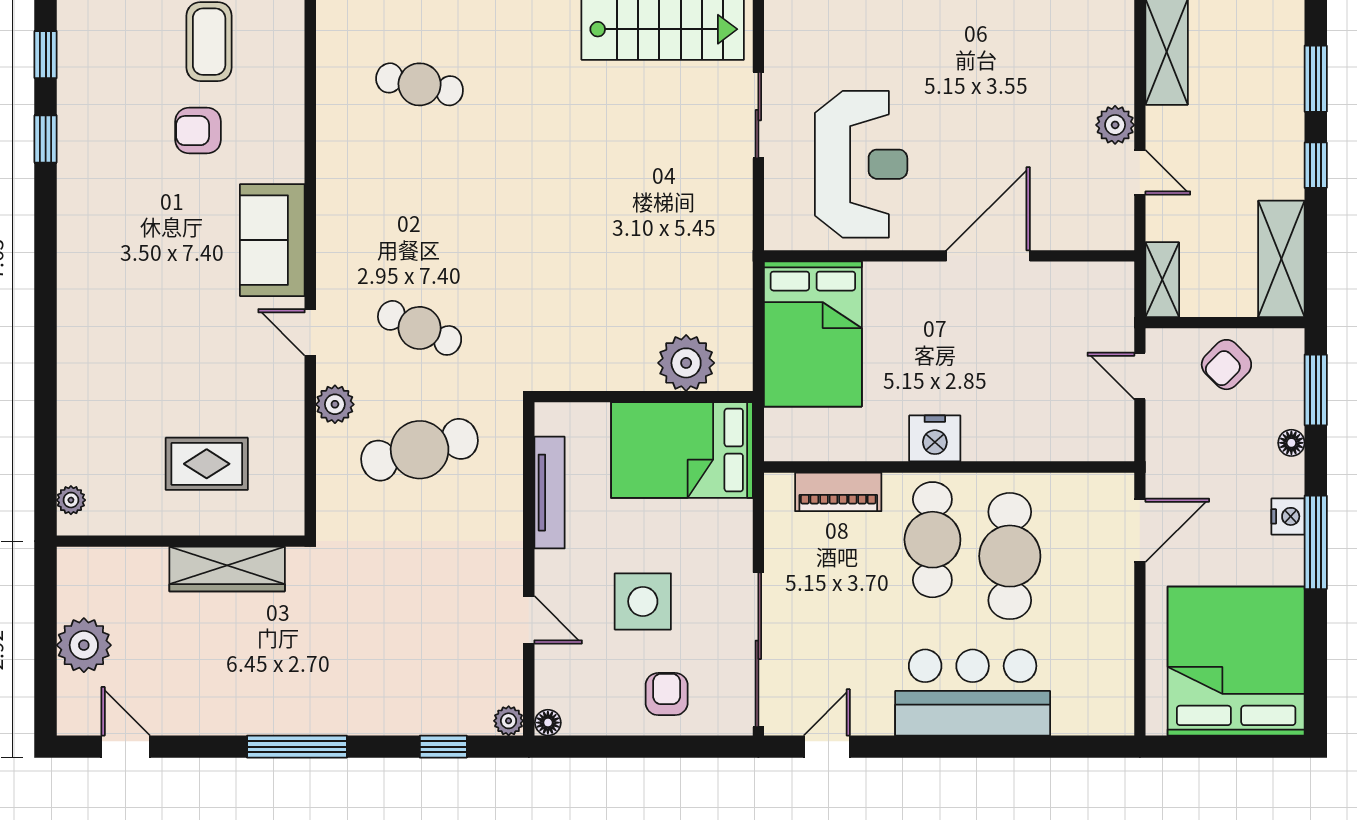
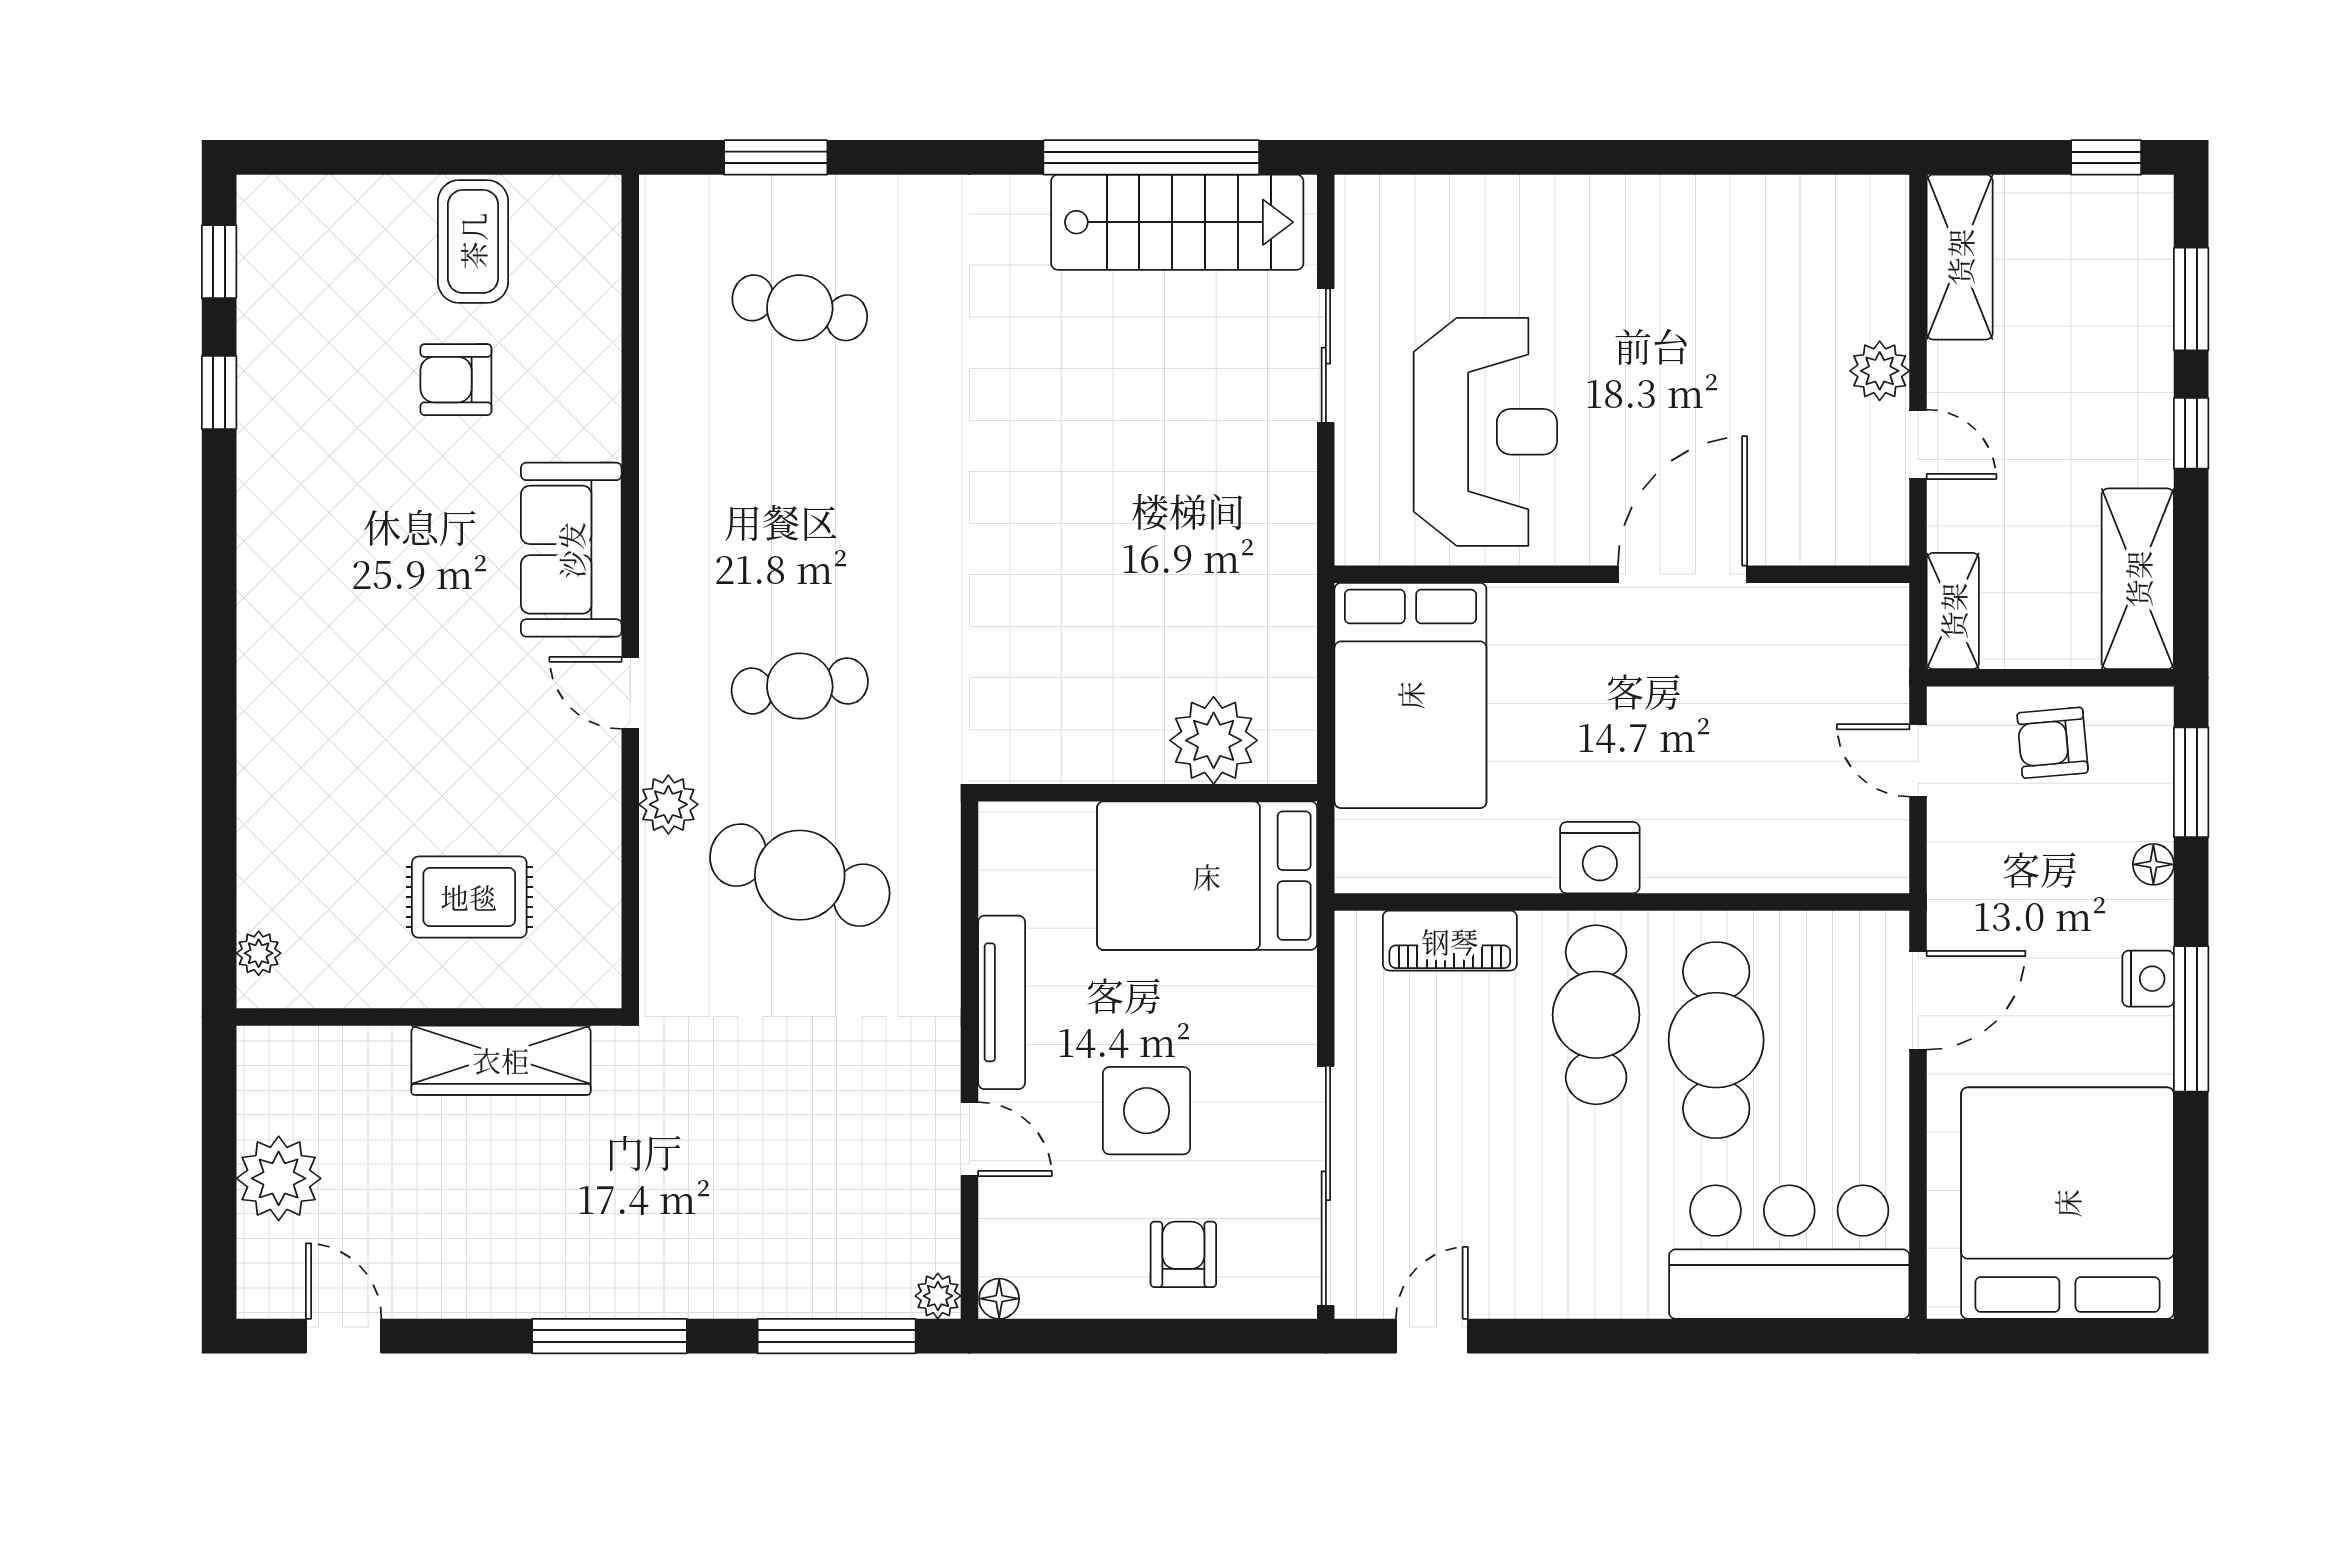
cafe table: (420, 328) -> (800, 686), turned -30
armchair: (1226, 365) -> (2053, 743), turned 40
cafe table: (420, 450) -> (800, 875), turned 33
tv unit: (549, 493) -> (1002, 1002), moved
bar counter: (973, 692) -> (1789, 1252), moved
window: (443, 747) -> (837, 1336), width x2.17

